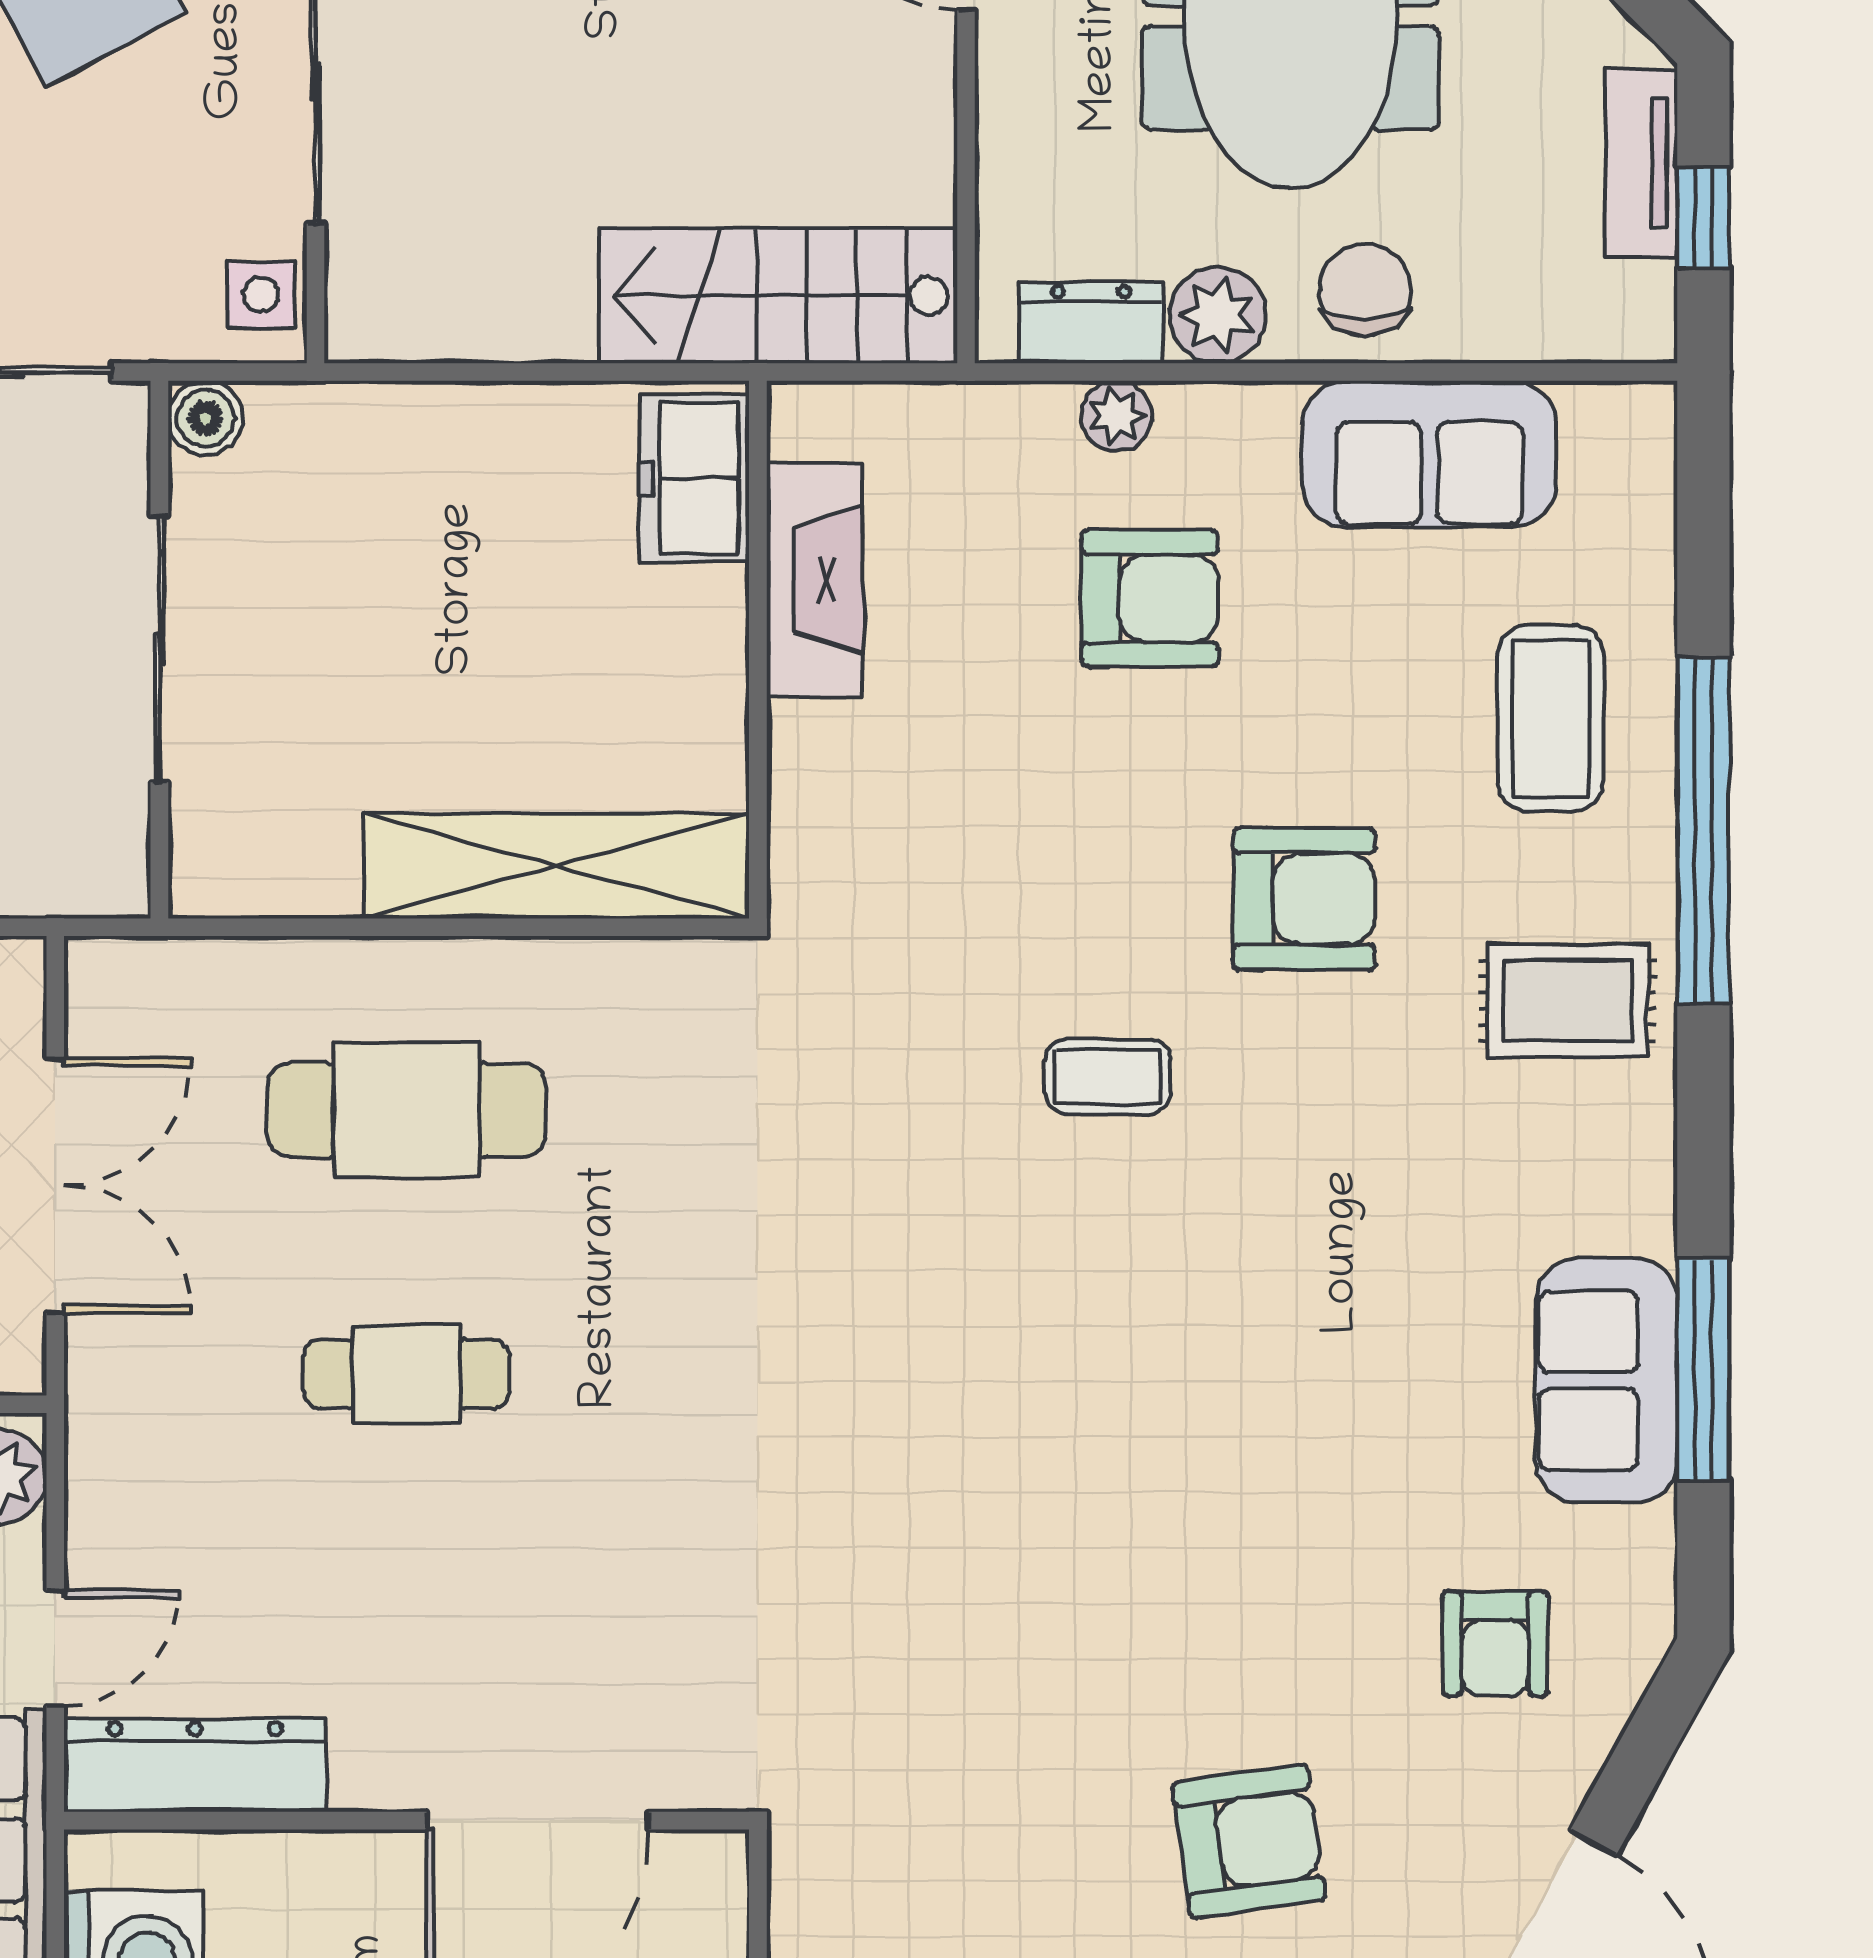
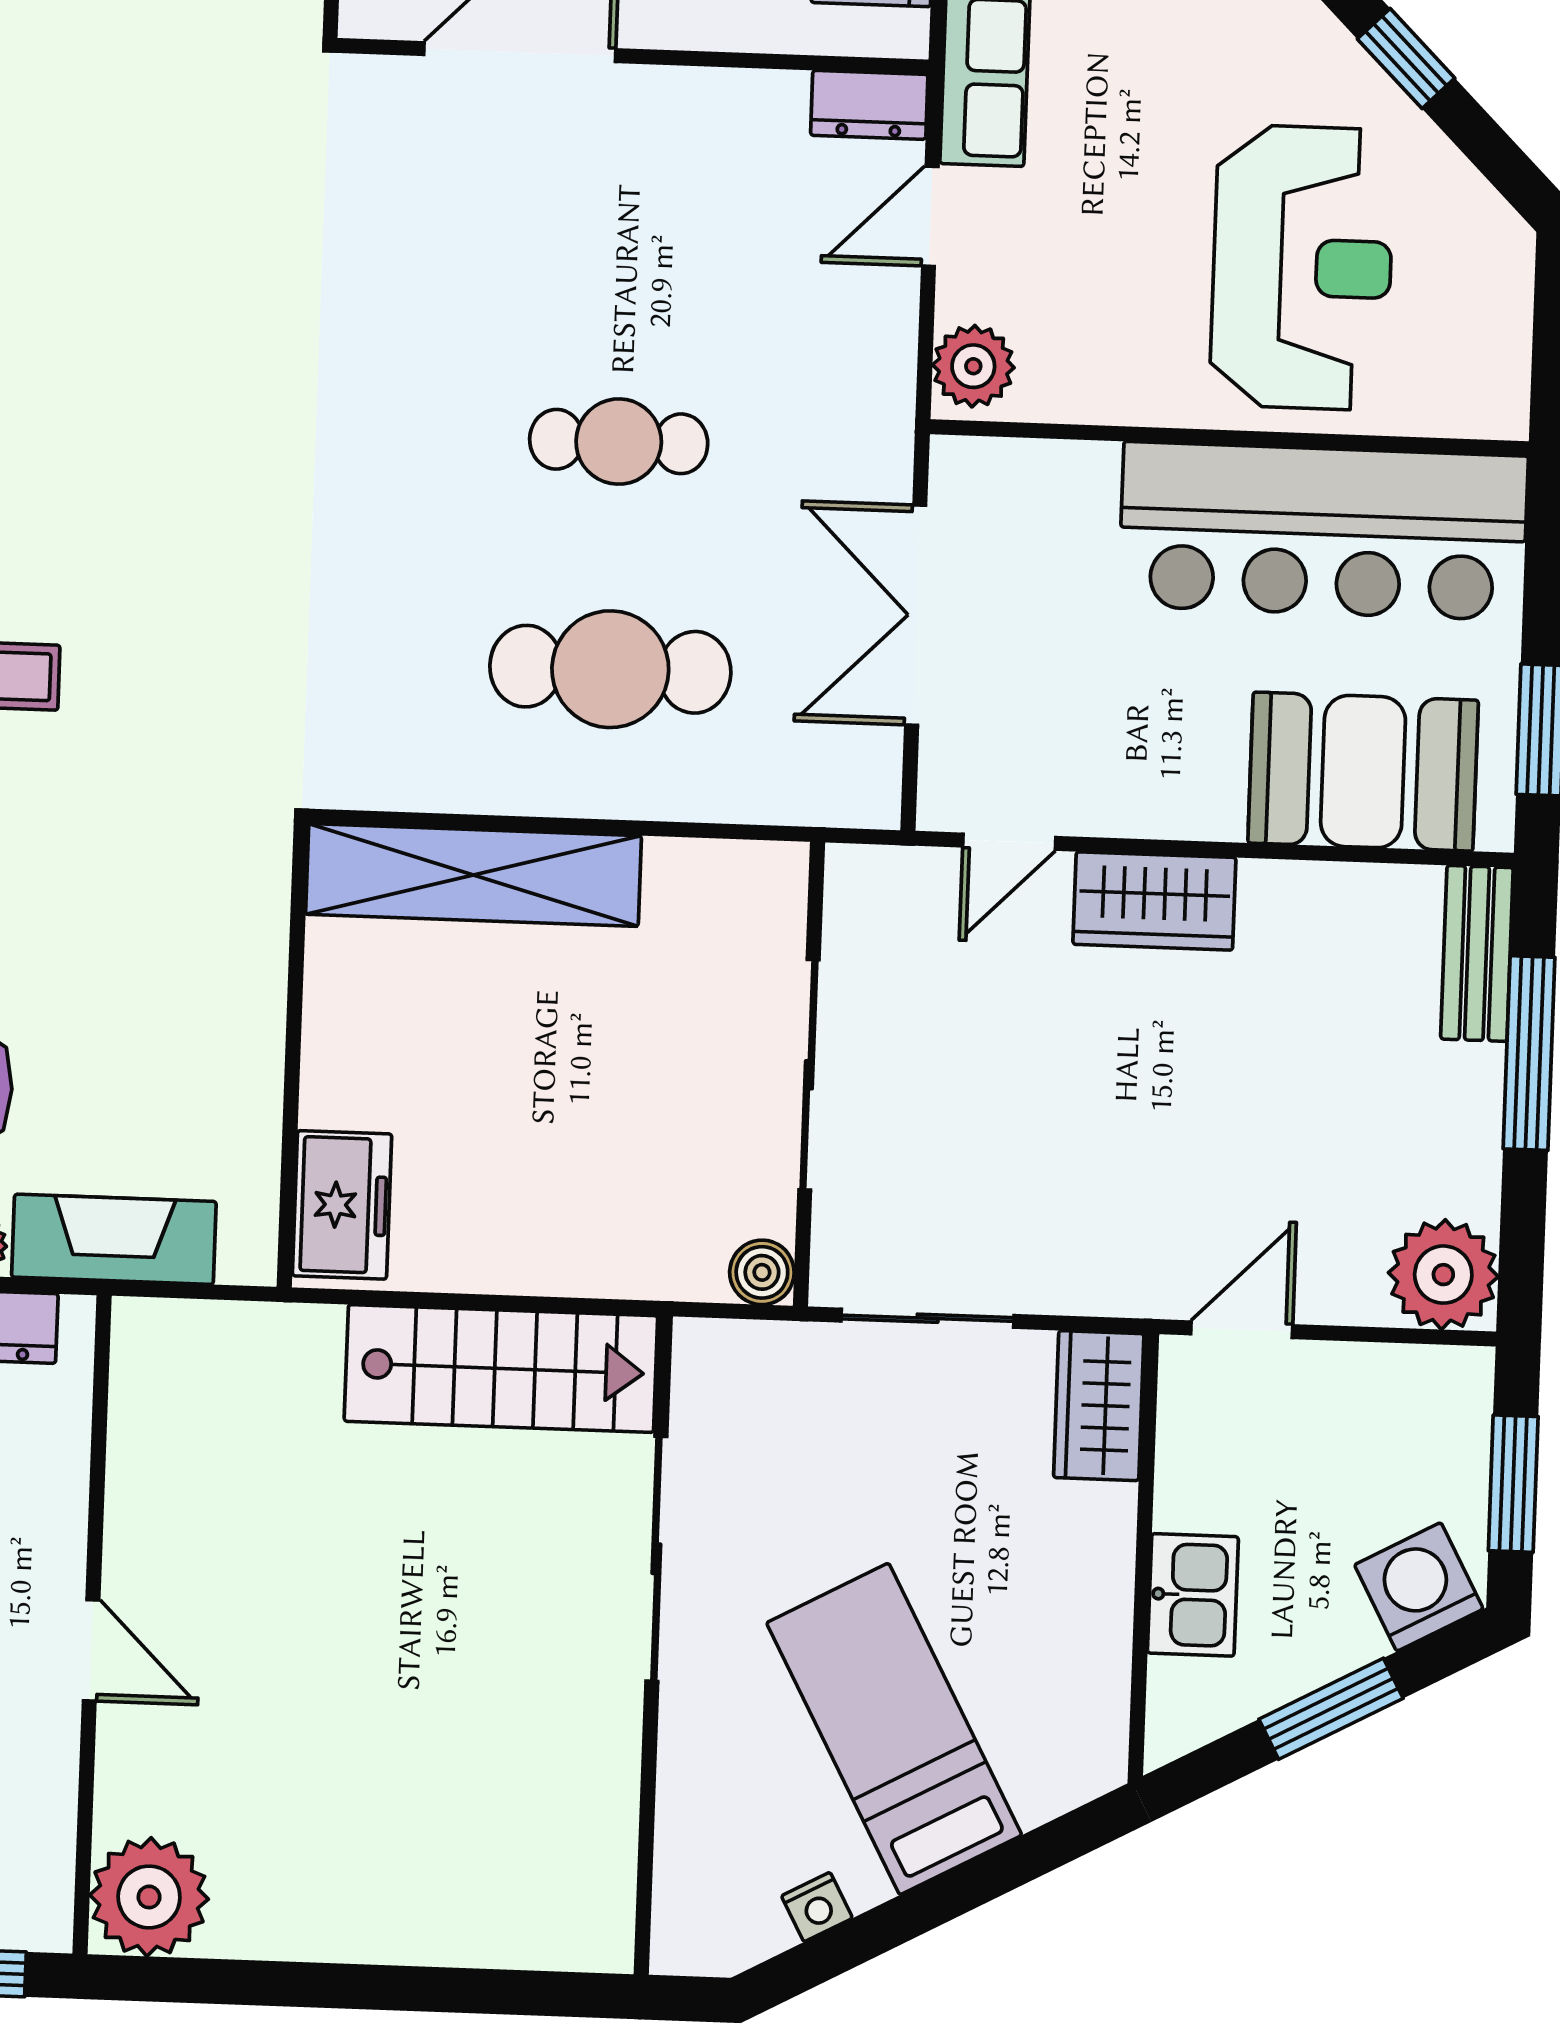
side table: (261, 295) -> (710, 1377), removed
stairs: (778, 296) -> (501, 1369), moved
fireplace: (815, 580) -> (114, 1239), moved, turned 90
dresser: (195, 1765) -> (869, 105), width x0.51, depth x0.80

